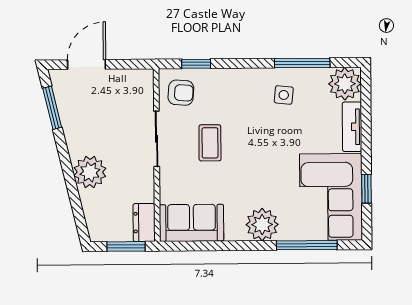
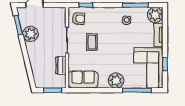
plant: (90, 172) -> (31, 34), moved
dresser: (144, 223) -> (61, 65), moved

